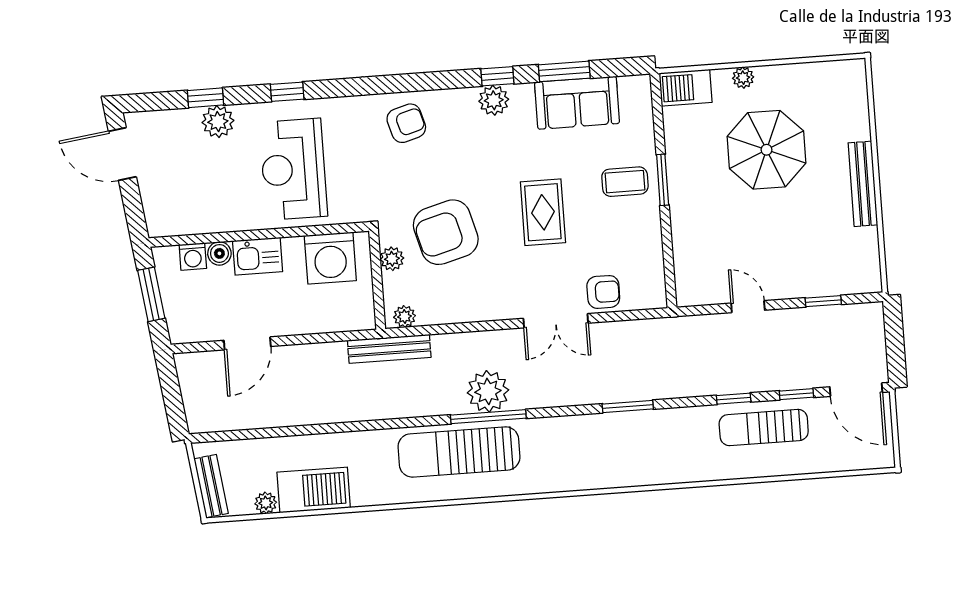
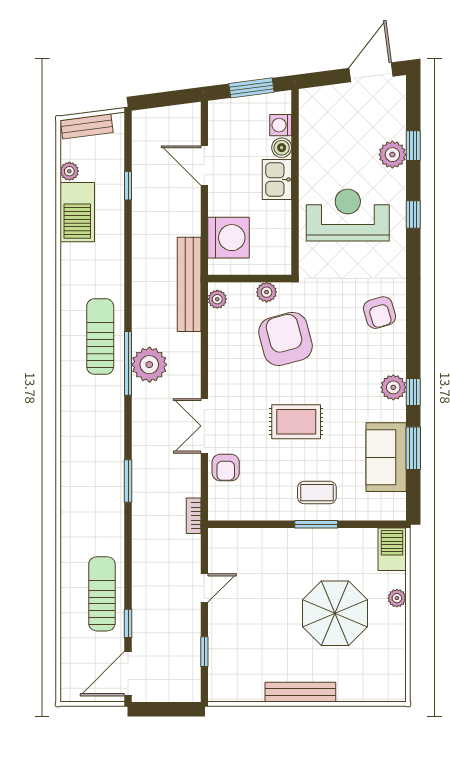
coffee table: (625, 182) -> (317, 493), turned 90
washing machine: (330, 258) -> (228, 238), moved, turned 180
bookcase: (663, 326) -> (194, 516), added
bench: (389, 349) -> (189, 284), width x1.37, depth x1.21
window: (734, 399) -> (128, 186), moved
sun lounger: (459, 452) -> (100, 337), width x0.73, depth x0.75

